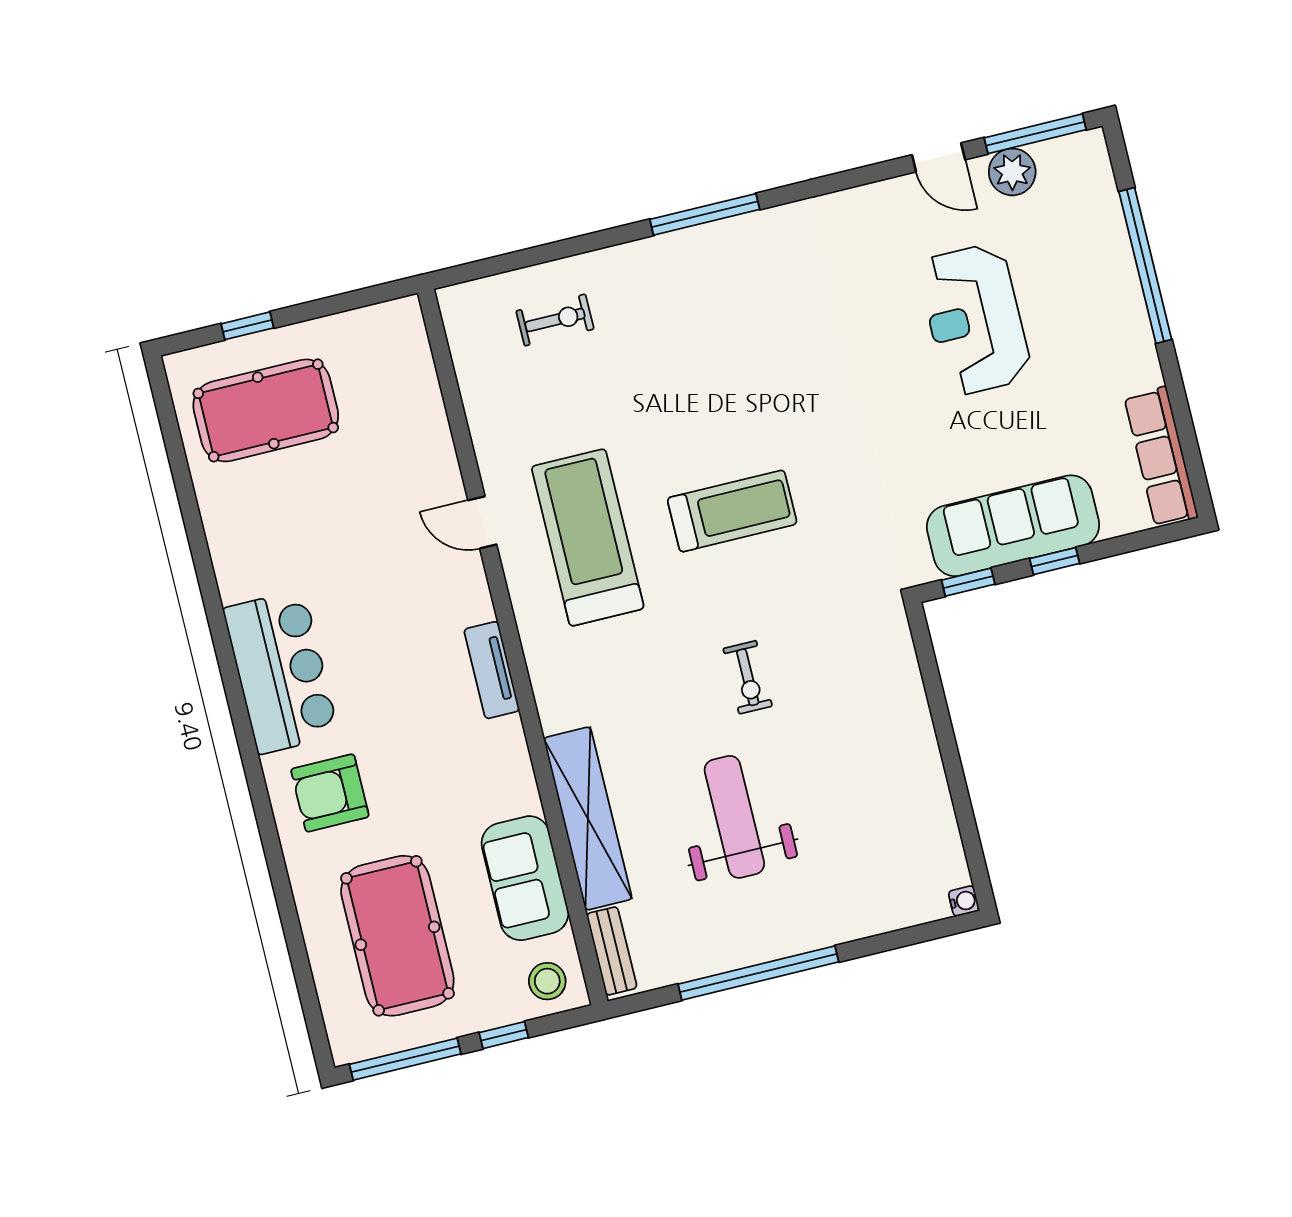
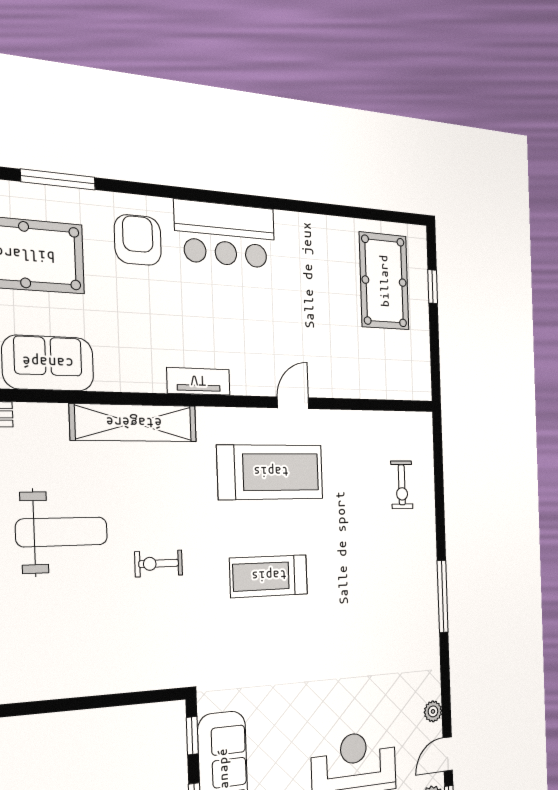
plant: (879, 197) -> (433, 711), added
treadmill: (732, 511) -> (269, 576), turned 90
shelving: (588, 819) -> (134, 423), moved
window: (288, 913) -> (58, 179), added

